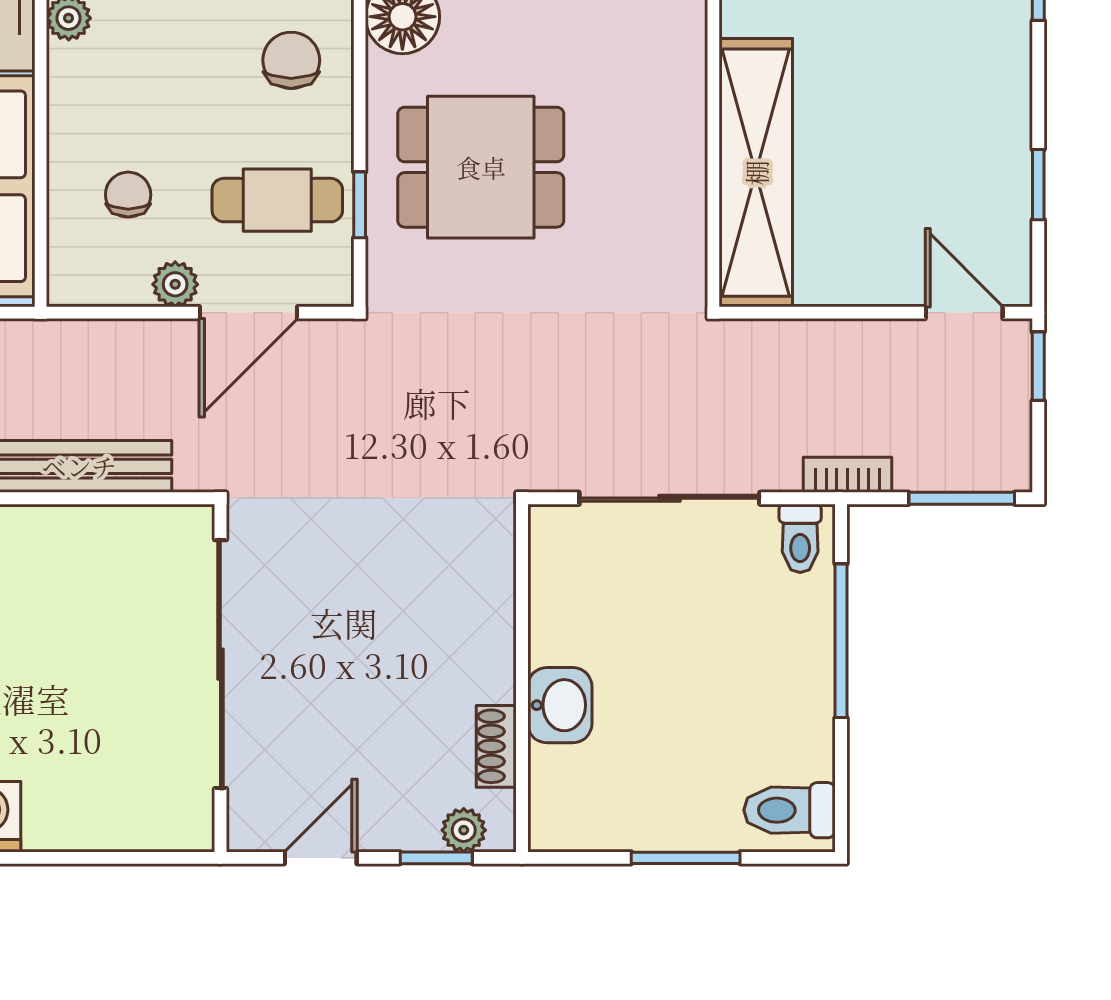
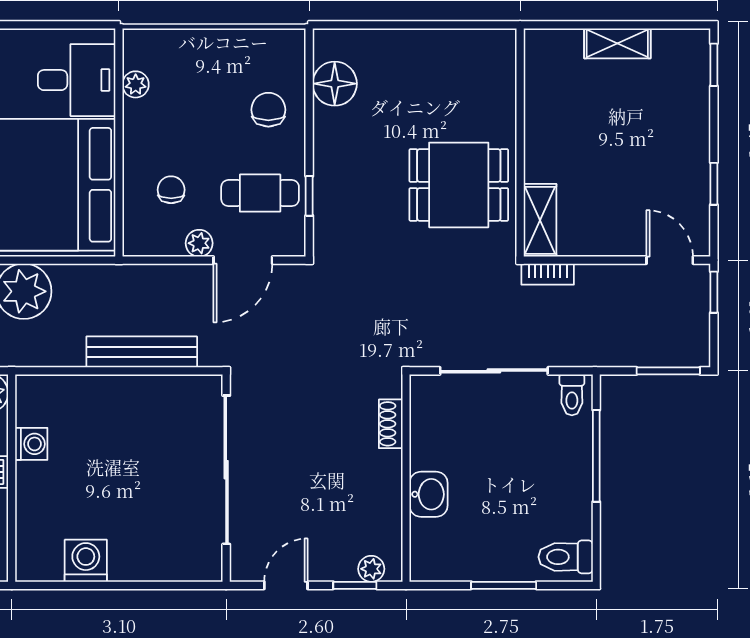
dining table: (481, 167) -> (459, 185), moved
shelving: (756, 173) -> (540, 220), width x0.45, depth x0.75
bookcase: (847, 475) -> (548, 274), moved, turned 180
shoe rack: (496, 746) -> (391, 424), moved

